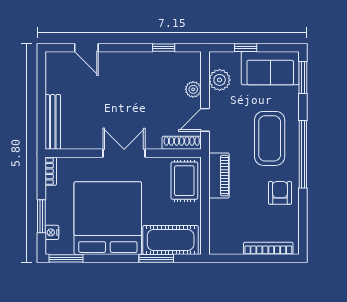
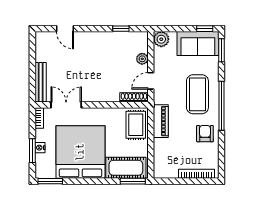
window: (246, 48) -> (205, 29), moved
plant: (220, 80) -> (161, 39), moved
double door: (124, 153) -> (66, 105), moved
nightstand: (52, 232) -> (40, 148), moved
window: (156, 258) -> (133, 181), moved

